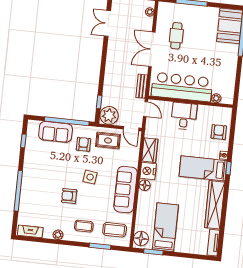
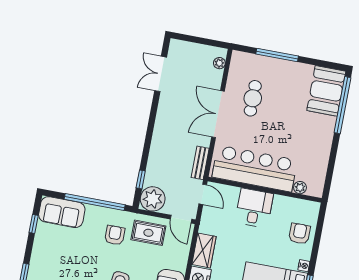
sofa: (56, 132) -> (62, 212), moved

